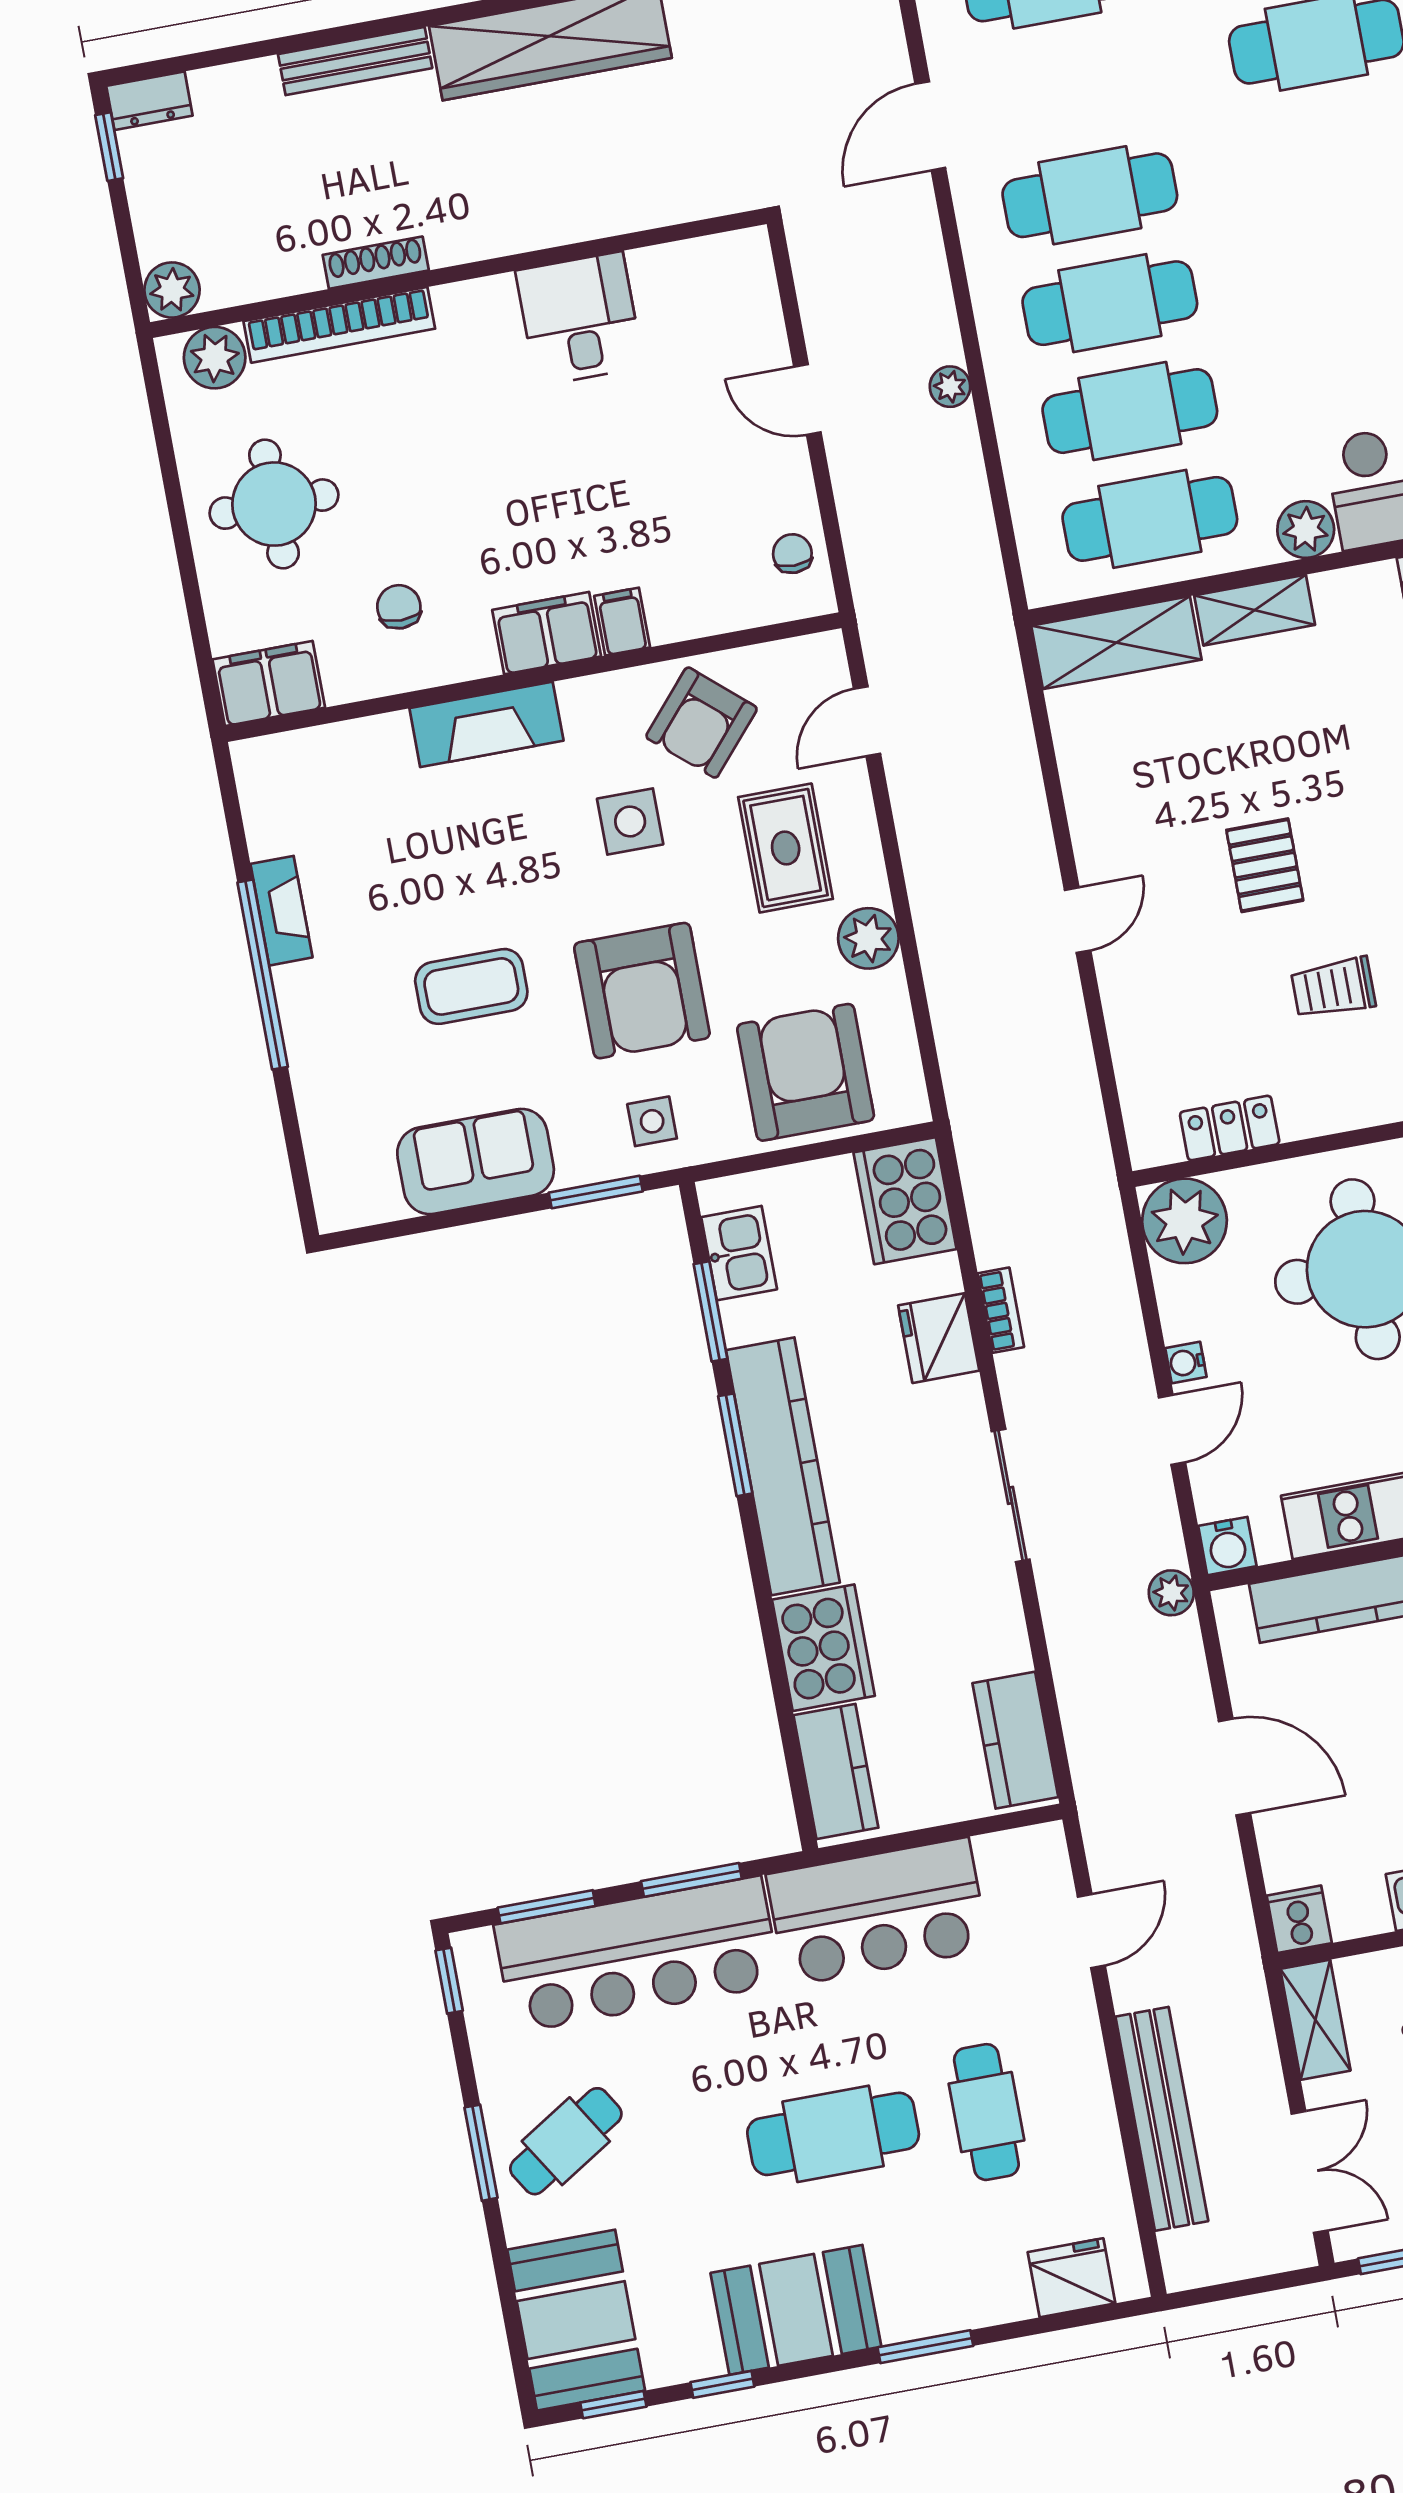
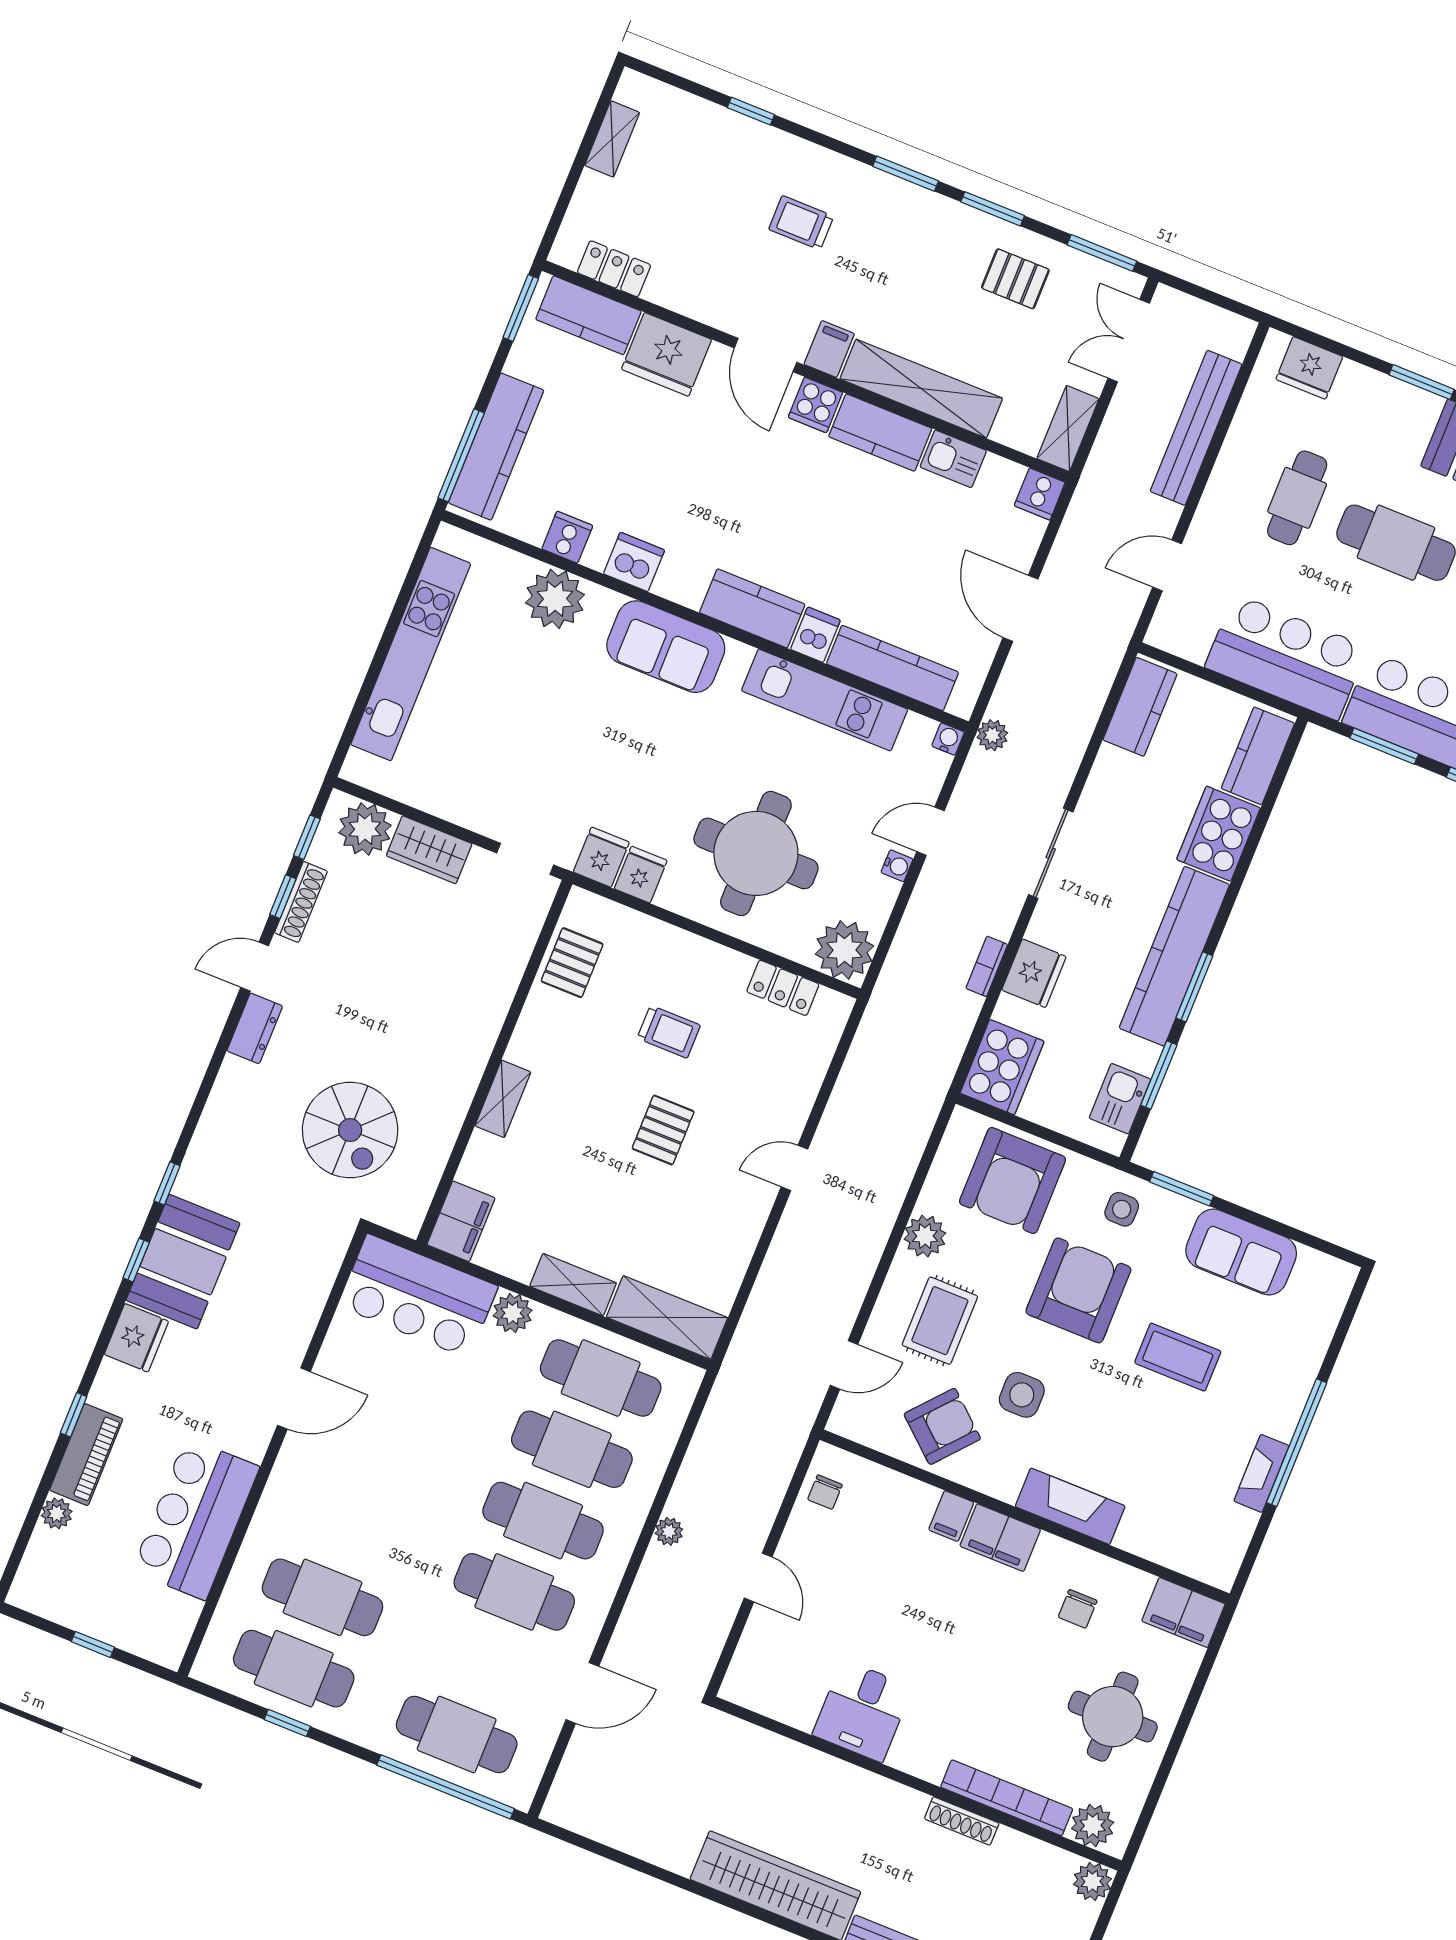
water cooler: (1227, 1546) -> (948, 739), width x0.72, depth x0.72

